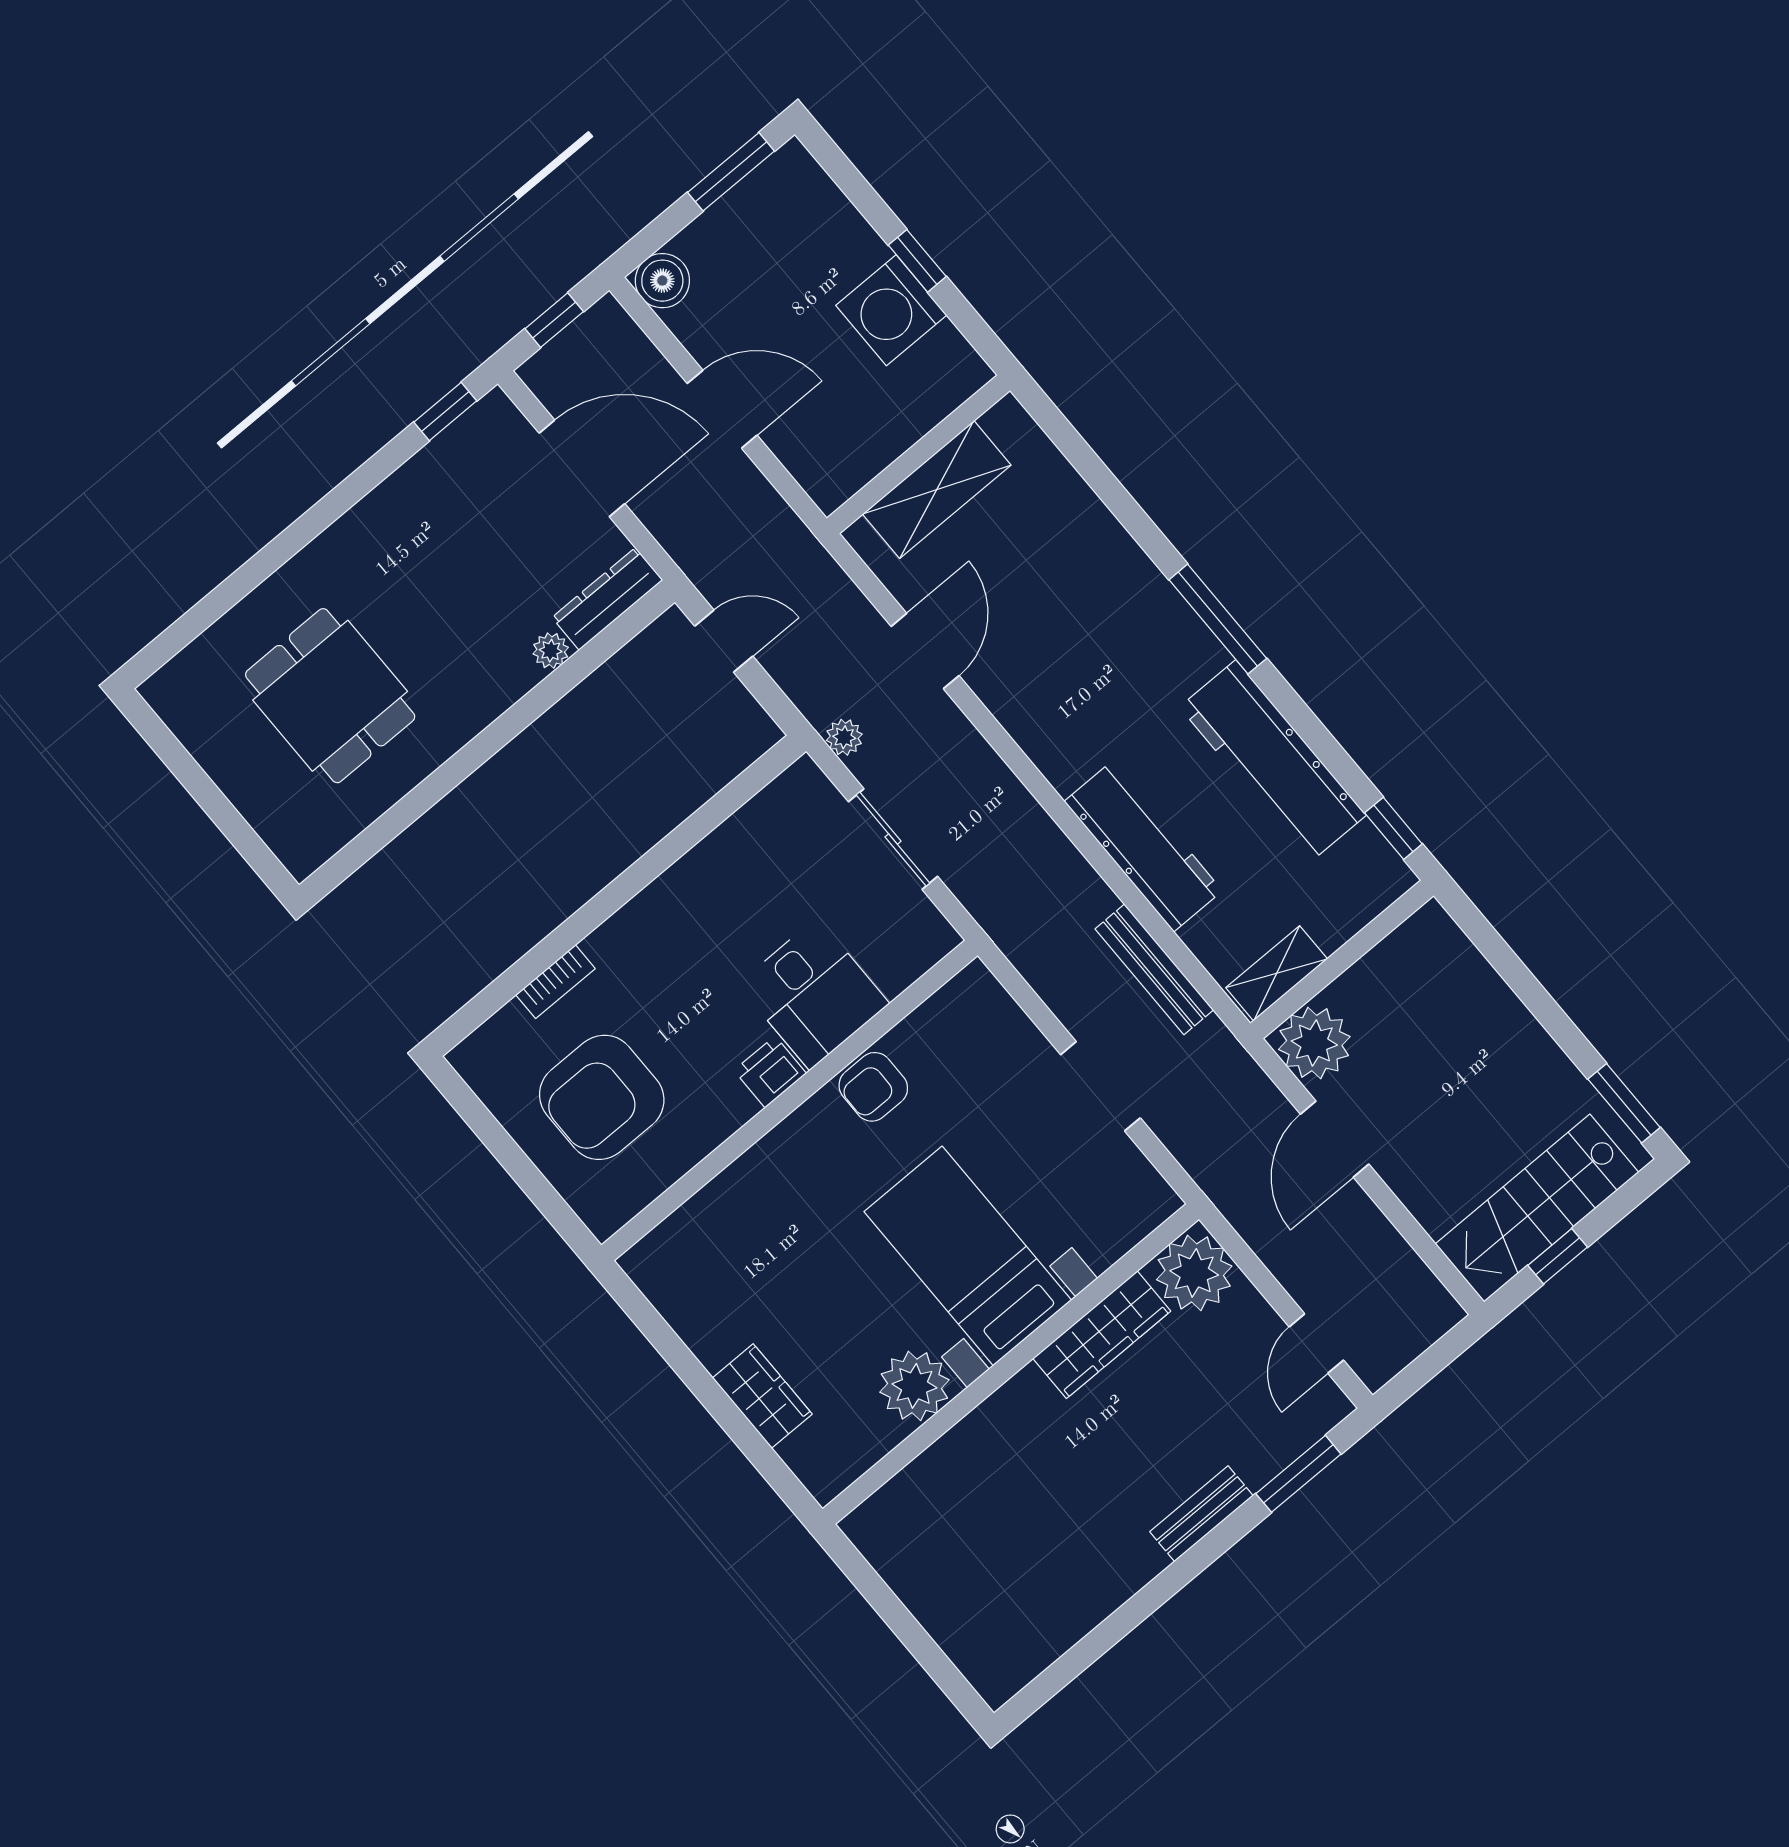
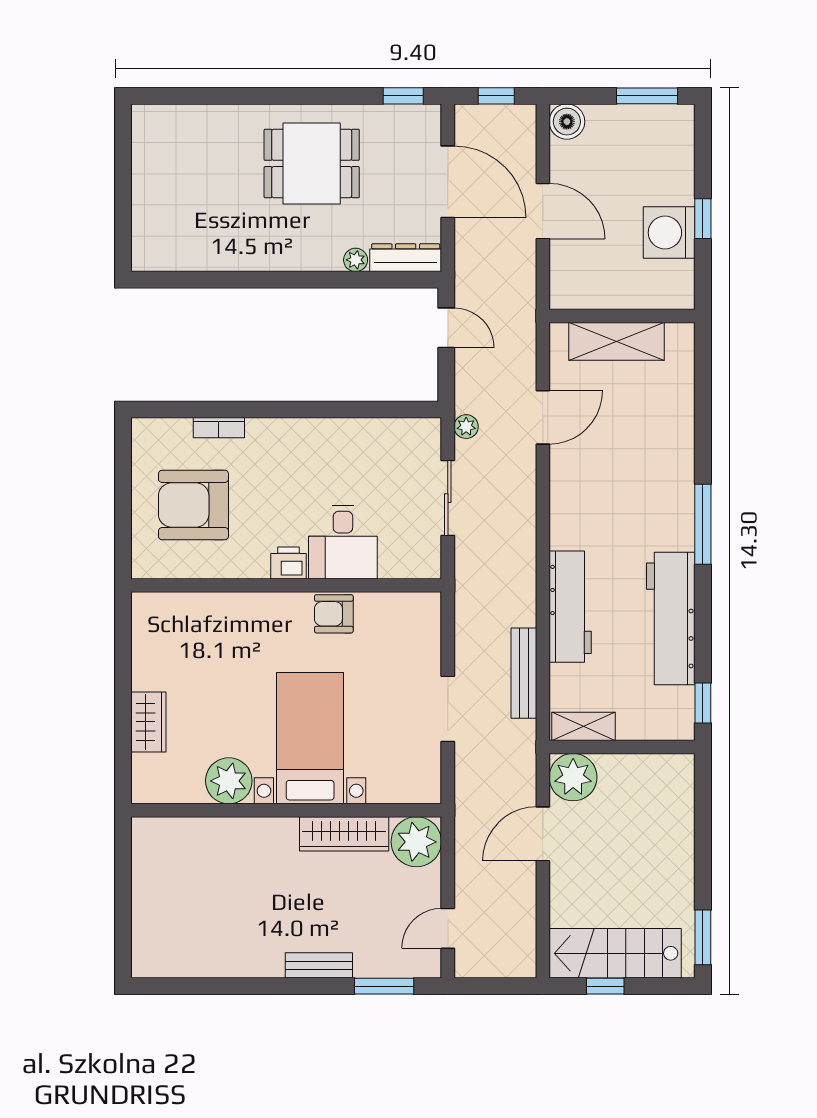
dining table: (330, 696) -> (312, 163), moved, turned 90

